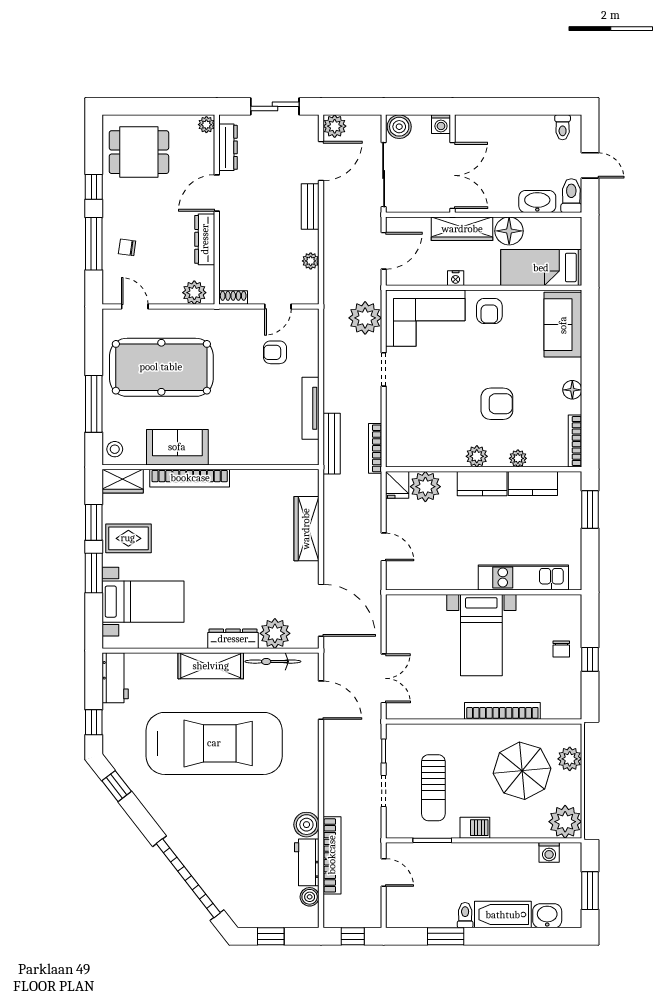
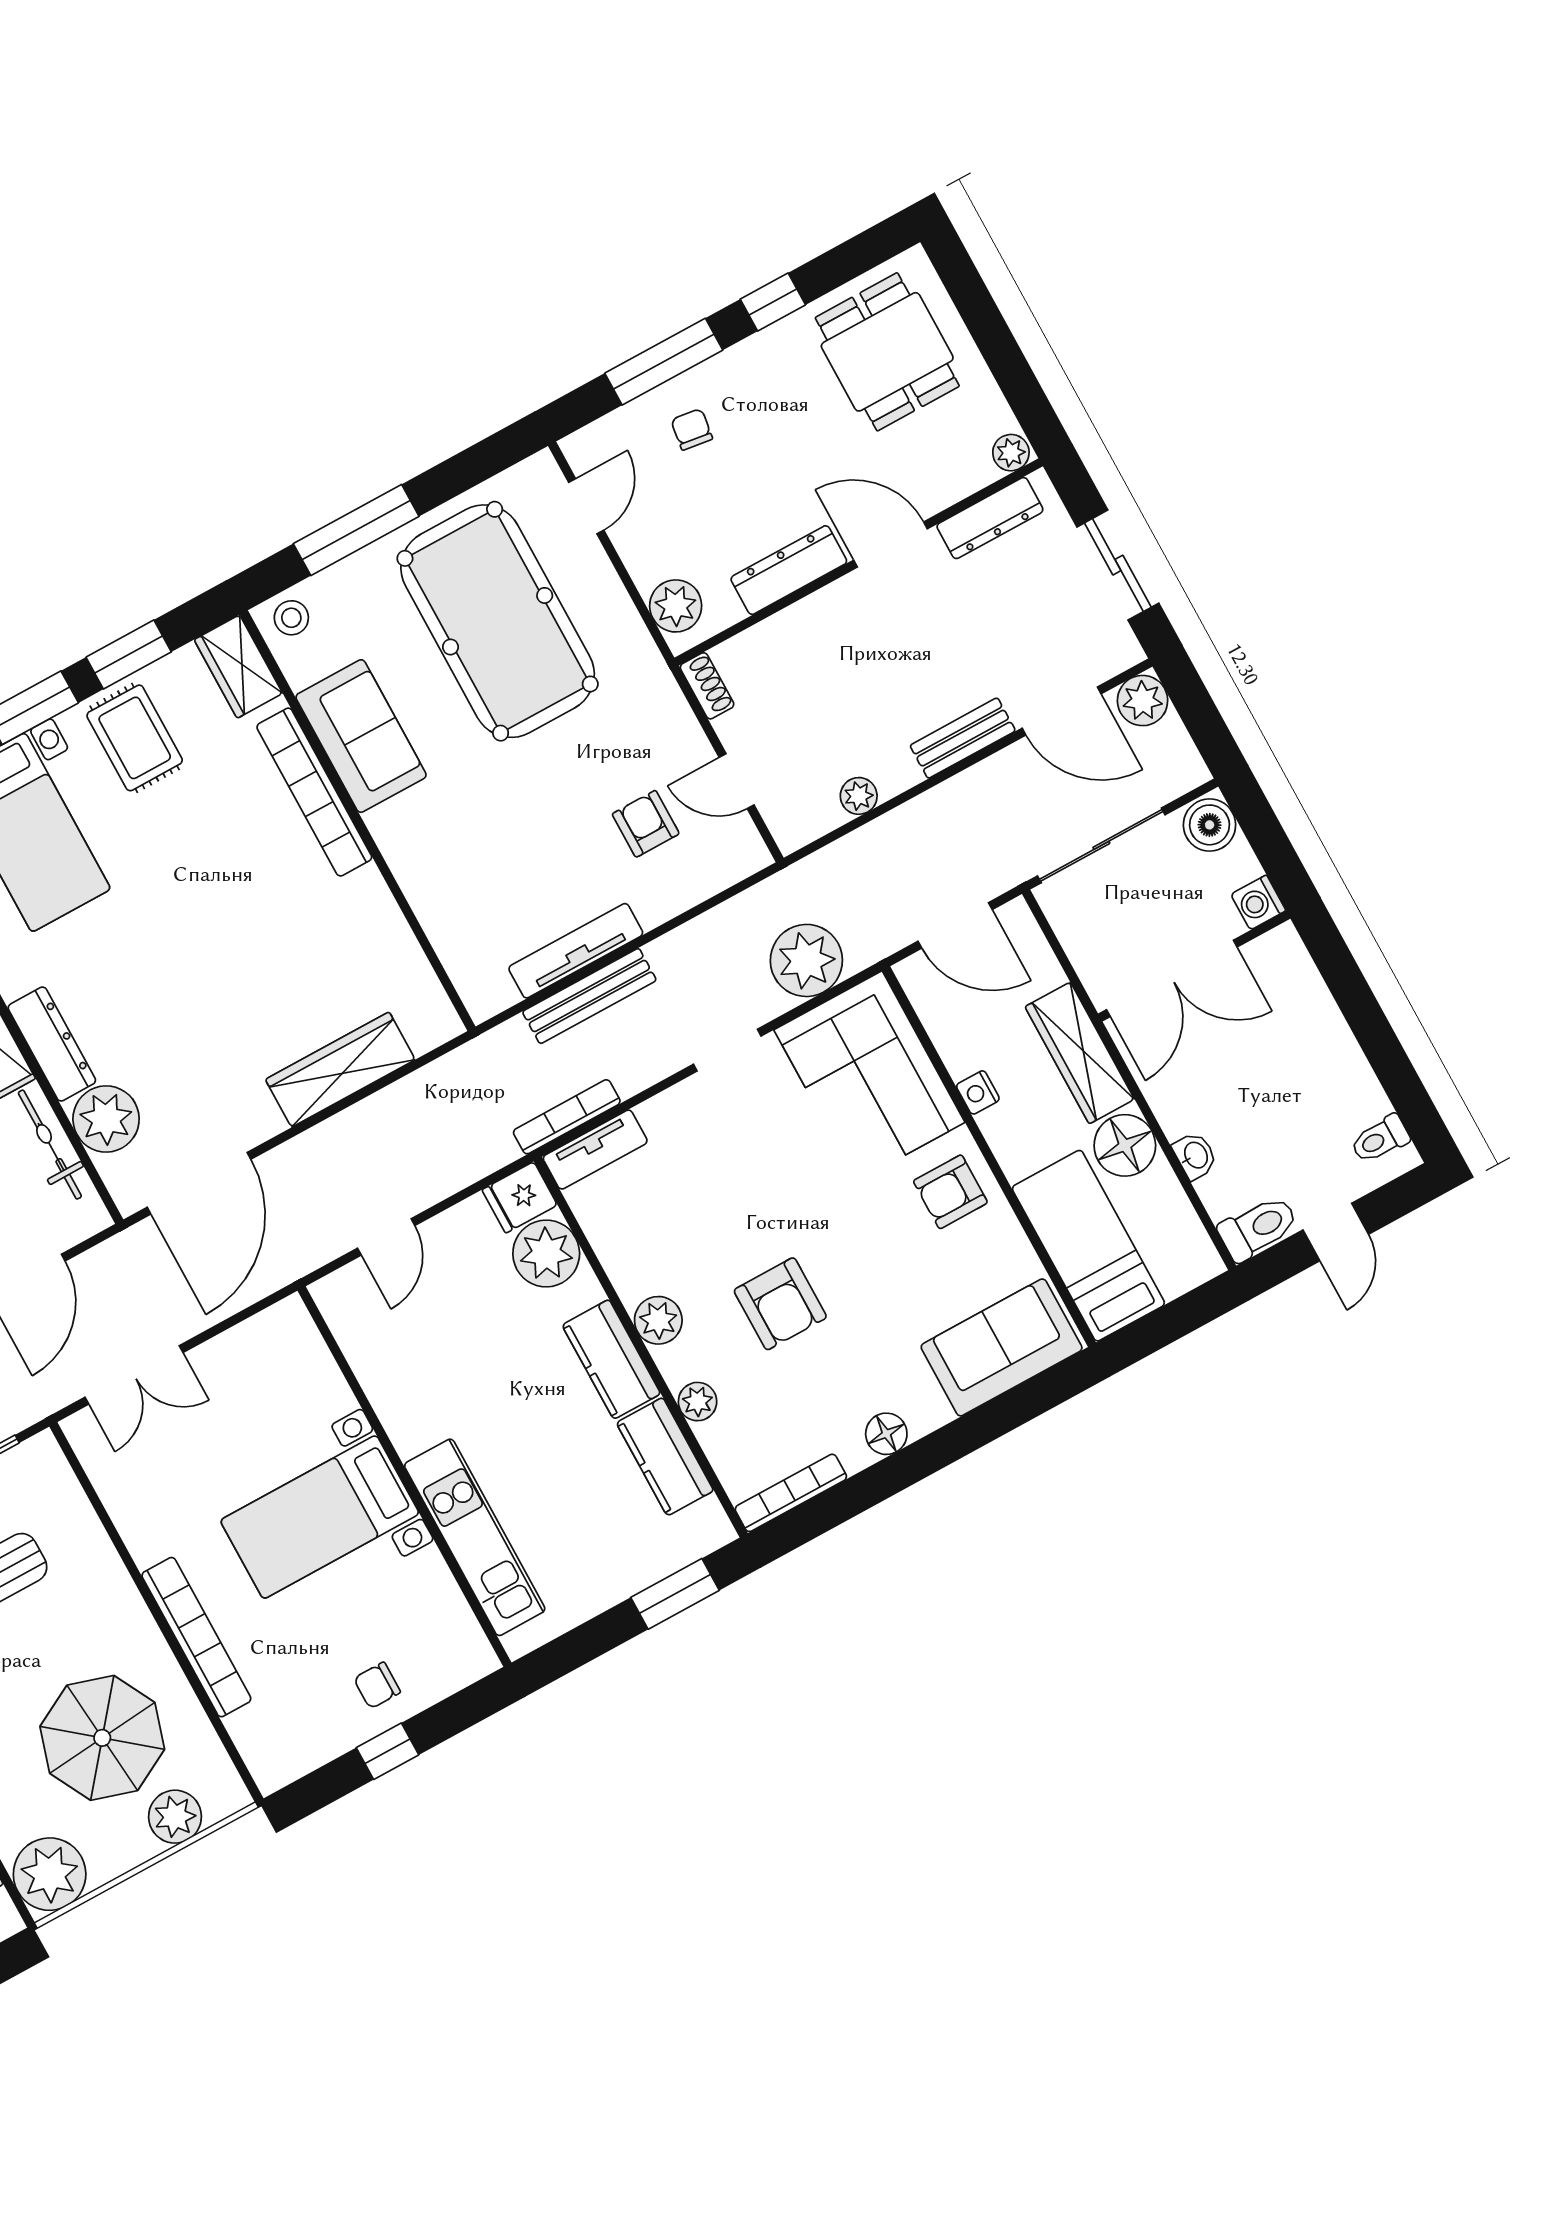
washbasin: (537, 202) -> (1195, 1156), width x0.52, depth x0.69
bench: (332, 444) -> (589, 996), moved
tv unit: (394, 444) -> (595, 1150), added

